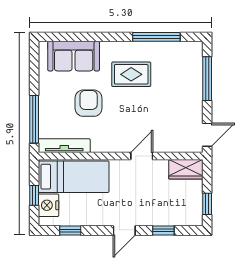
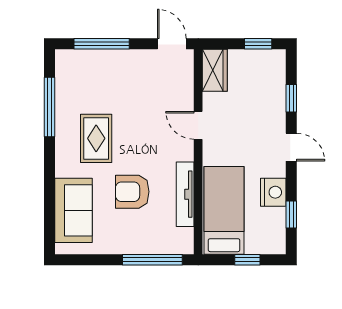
tv unit: (64, 146) -> (185, 194), moved
nightstand: (48, 205) -> (273, 192), moved, turned -90

